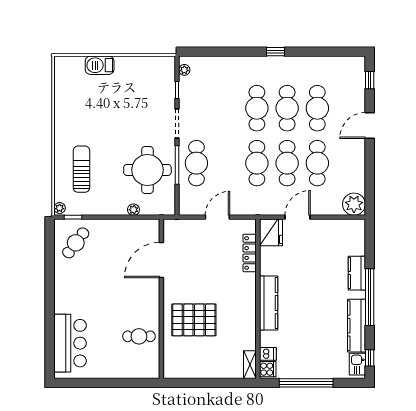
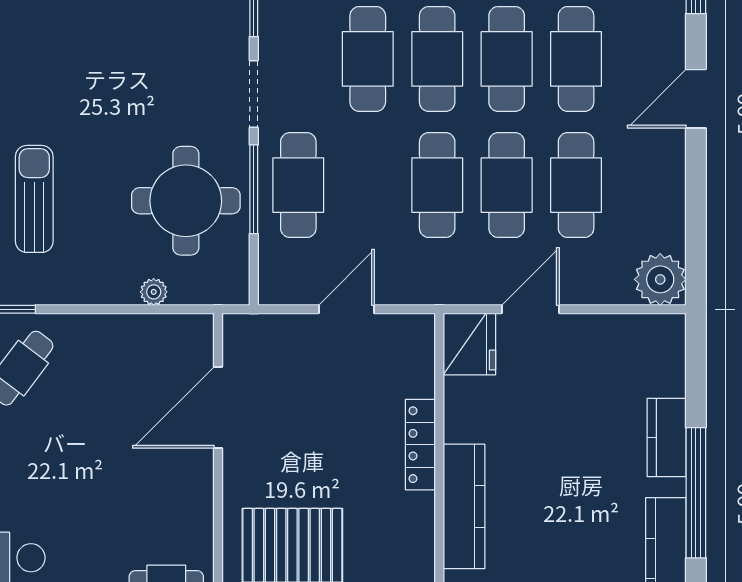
cafe table: (227, 108) -> (368, 59), added
locker: (250, 253) -> (420, 445), moved

